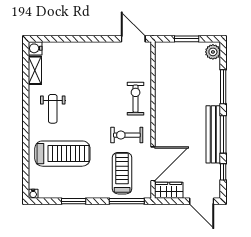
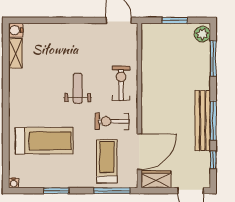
window: (223, 87) -> (213, 59), moved
weight bench: (53, 109) -> (78, 88), moved, turned 180

